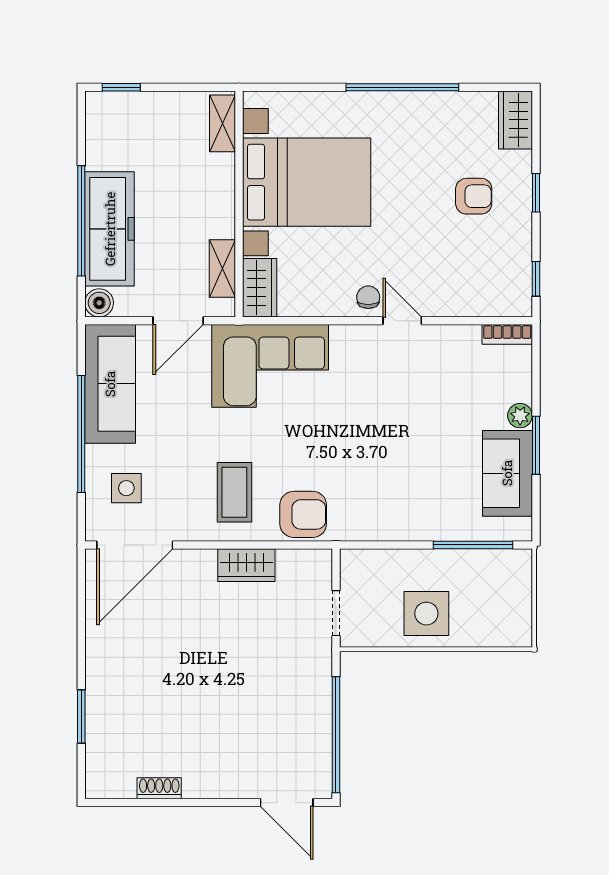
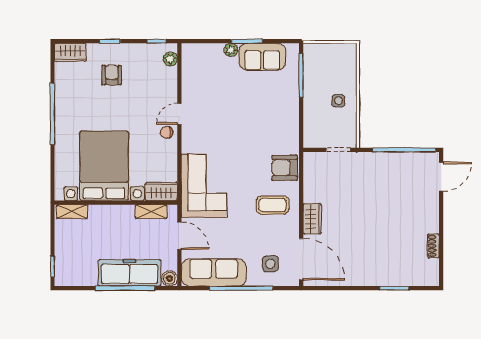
plant: (503, 304) -> (170, 59), added
bookcase: (507, 334) -> (187, 57), removed
armchair: (303, 514) -> (285, 168), turned -90
wardrobe: (246, 565) -> (312, 219), moved
side table: (426, 614) -> (338, 101), width x0.54, depth x0.54

